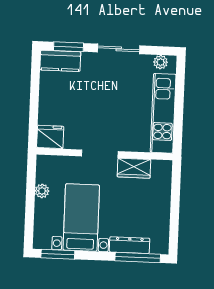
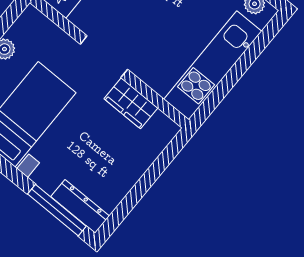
dresser: (130, 245) -> (80, 206), moved

